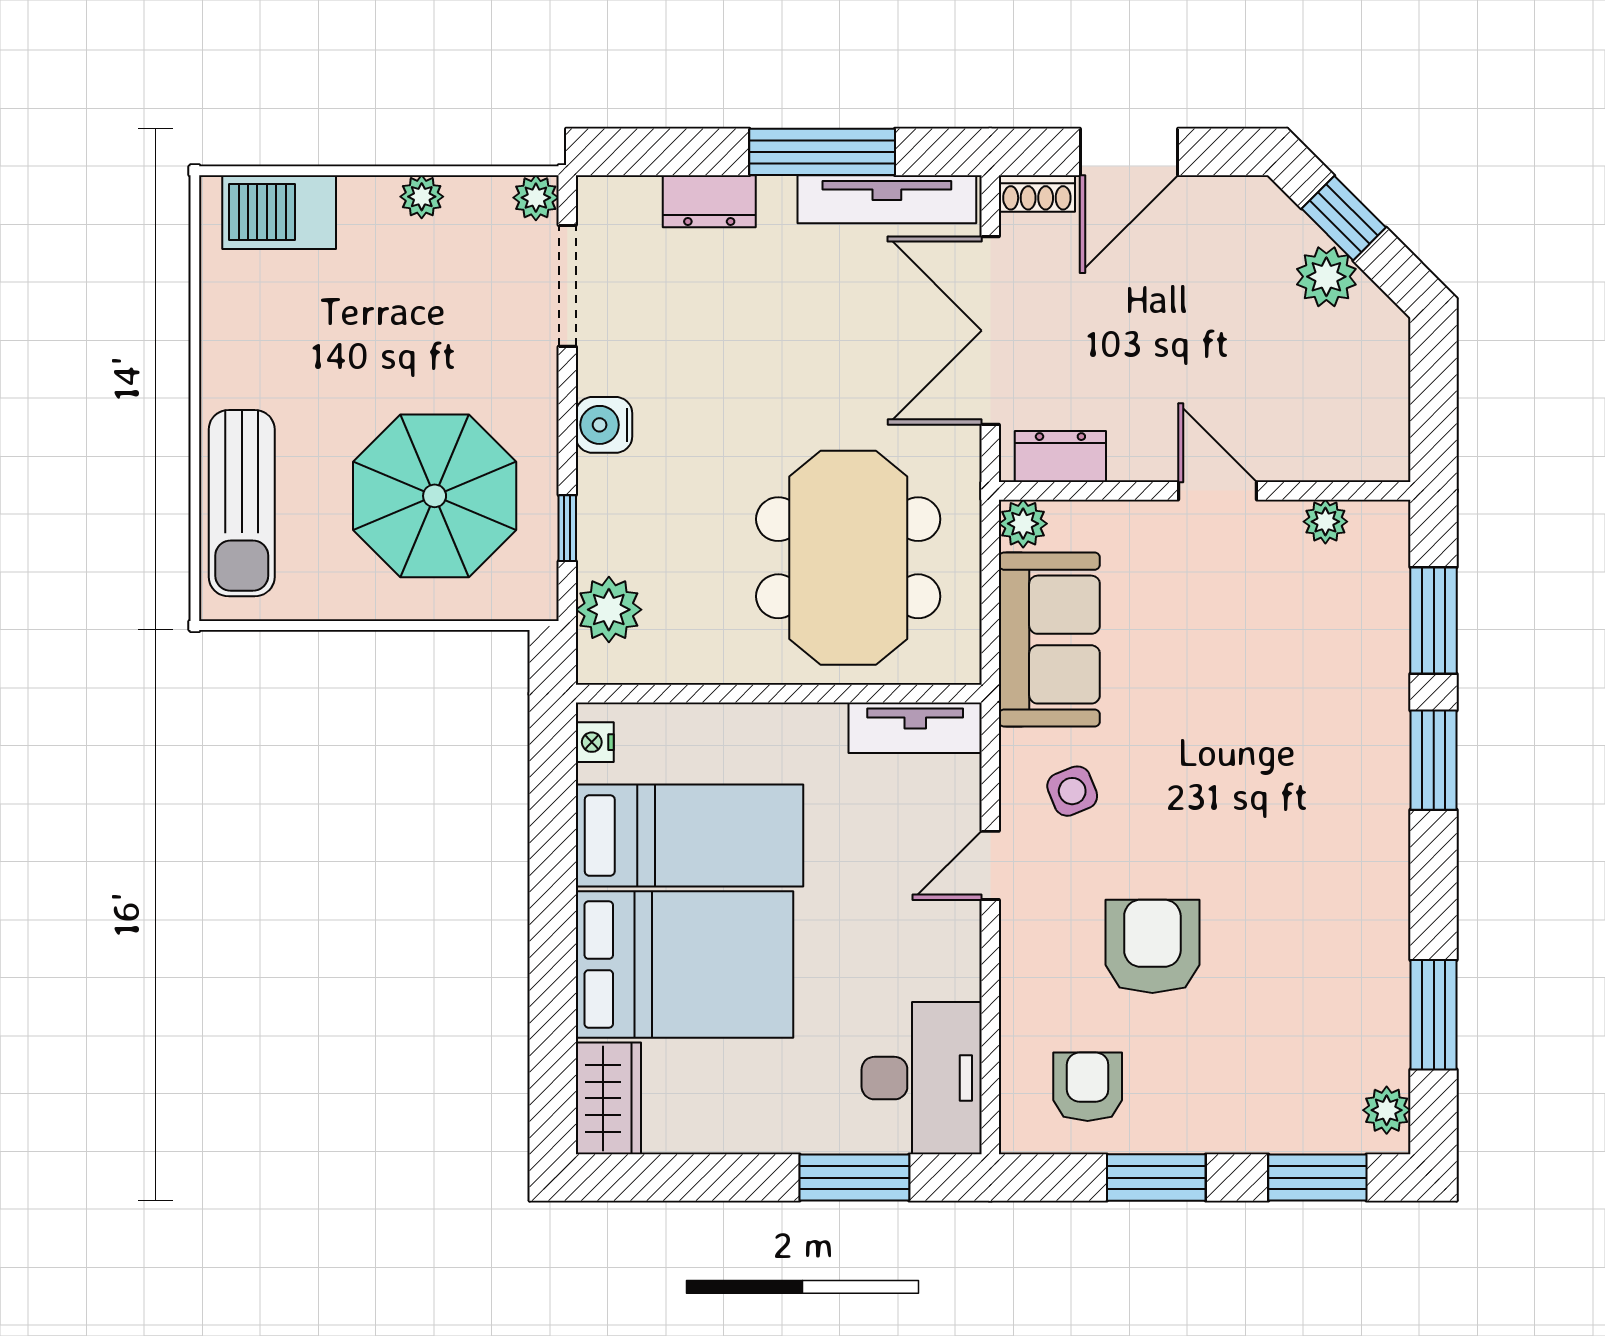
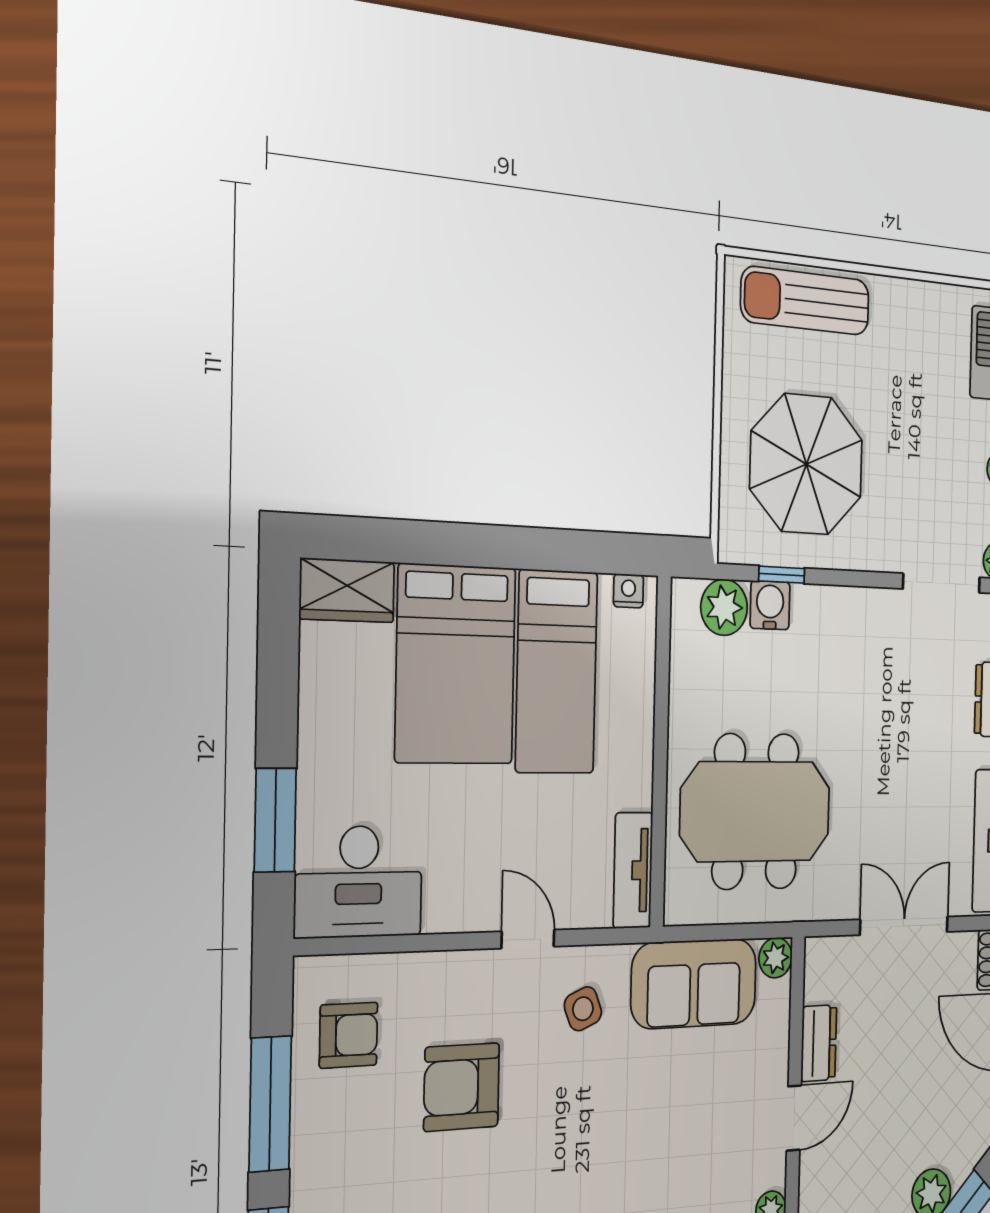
double door: (990, 331) -> (904, 926), width x0.73
water cooler: (604, 425) -> (770, 605), moved
dresser: (1060, 457) -> (819, 1043), moved
armchair: (1152, 946) -> (462, 1087), turned 180
window: (1156, 1178) -> (270, 1104), width x1.44

